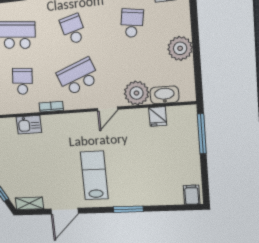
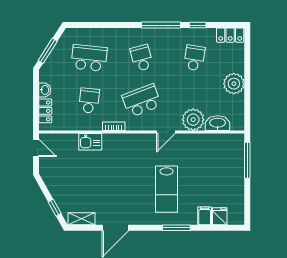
fridge: (158, 116) -> (220, 216), moved, turned 180
lab bench: (94, 175) -> (167, 189), moved, turned 180
filing cabinet: (192, 195) -> (205, 216), moved

